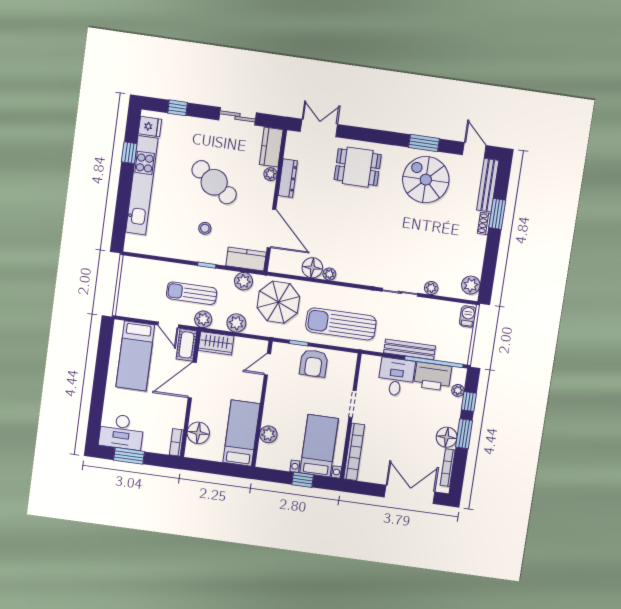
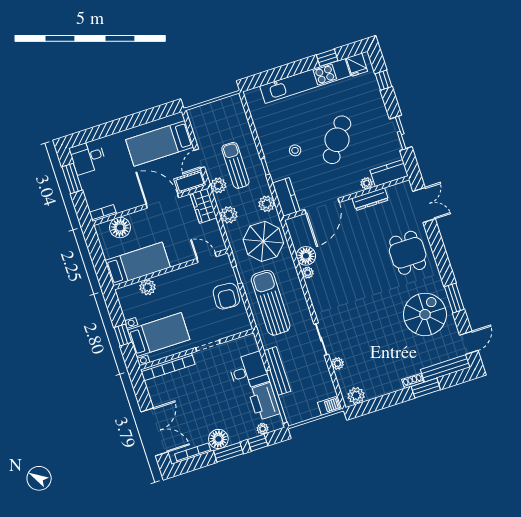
armchair: (314, 363) -> (226, 296), turned -86
desk: (121, 432) -> (88, 157), width x0.73

